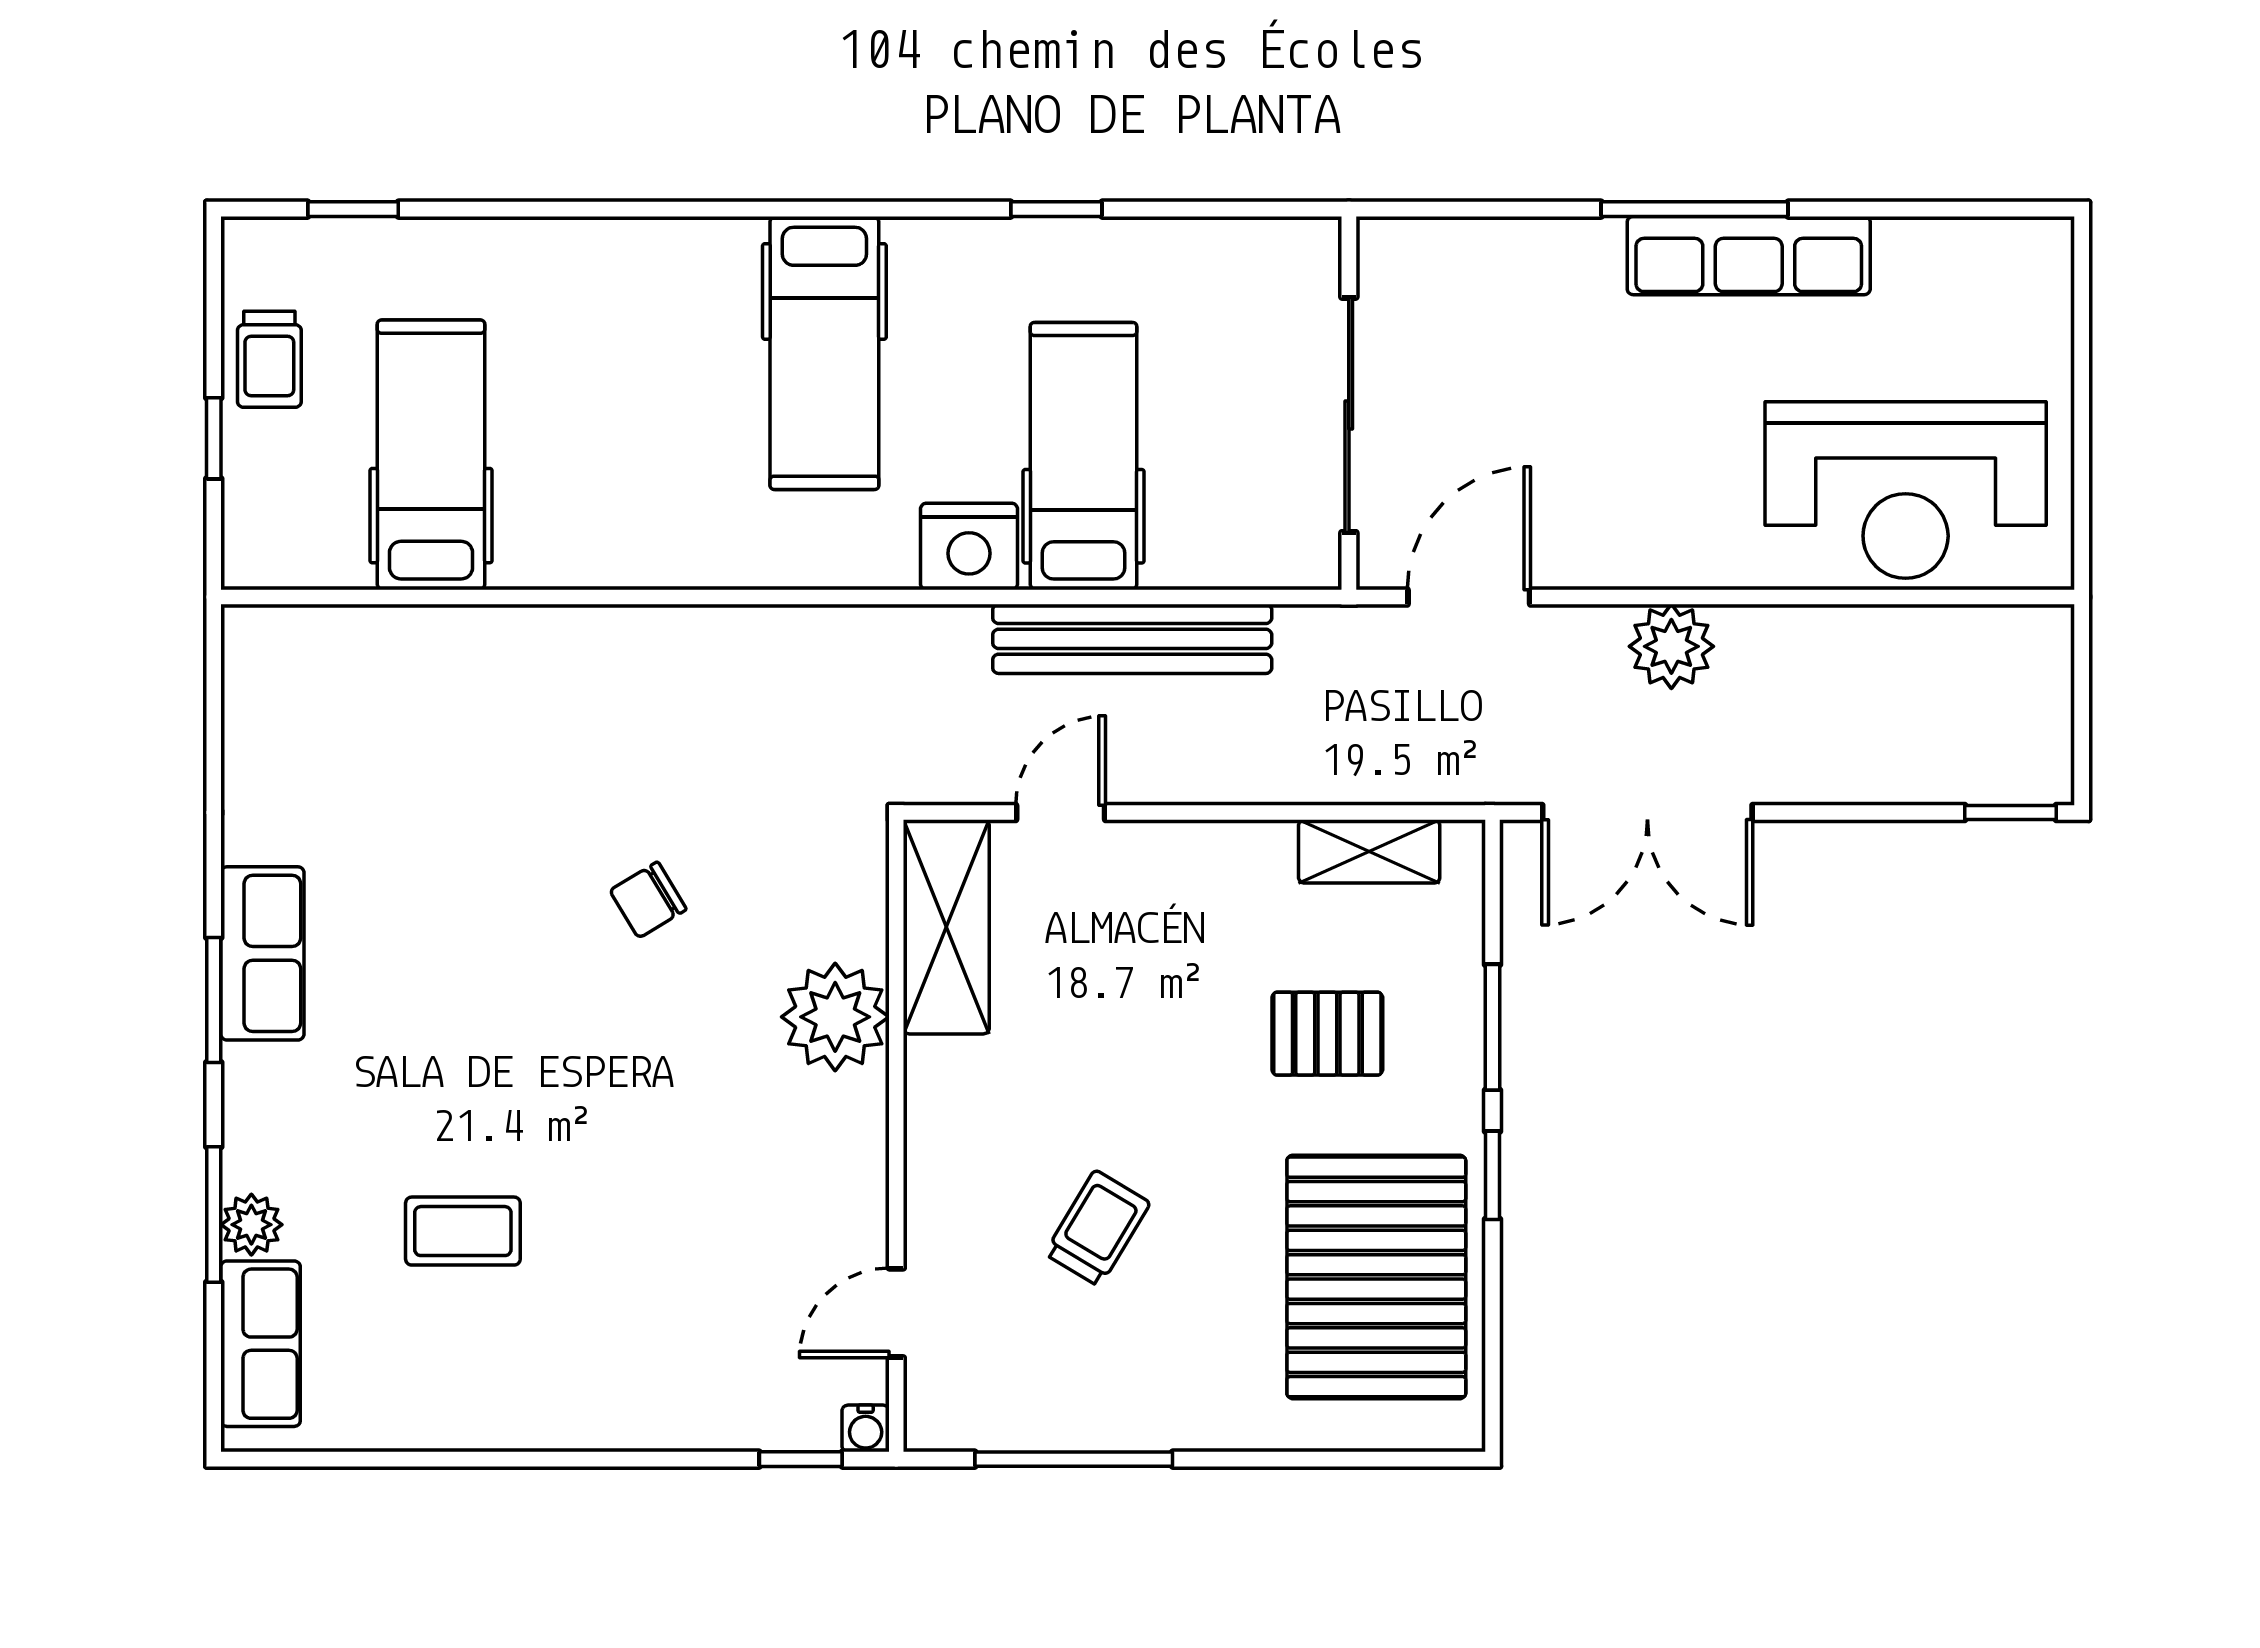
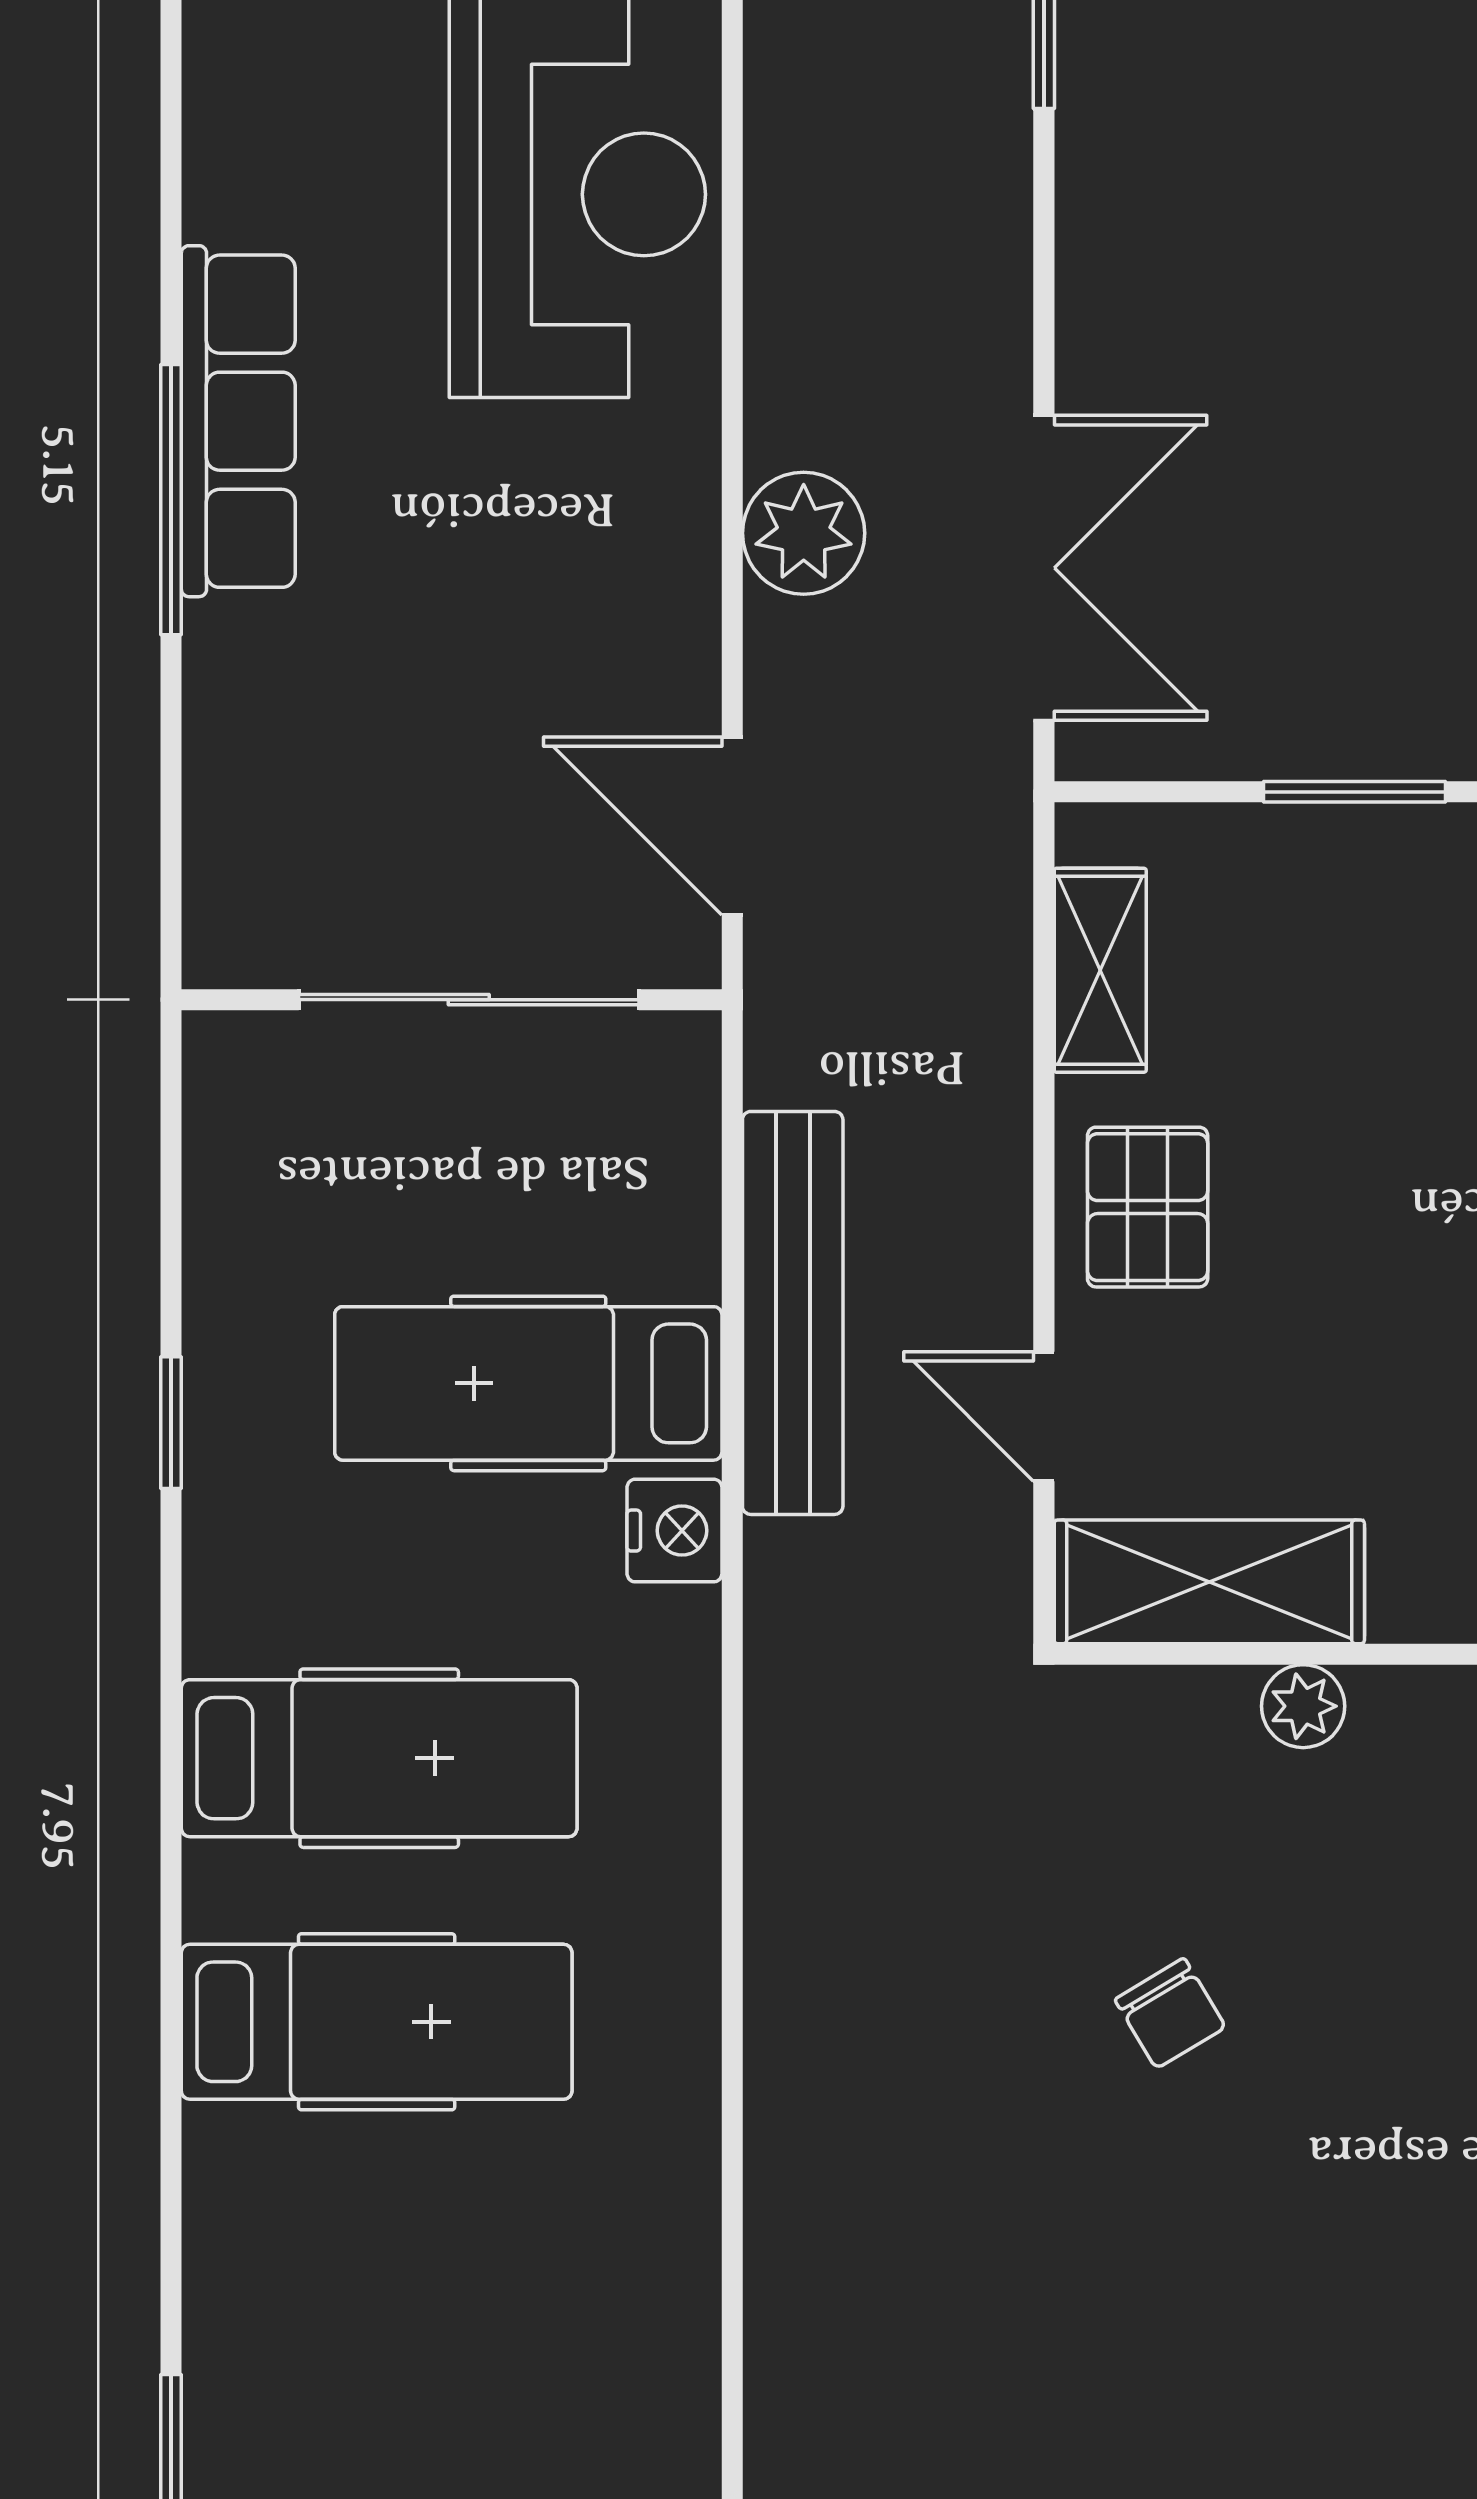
hospital bed: (431, 455) -> (377, 2022), moved, turned 180
nightstand: (969, 546) -> (674, 1531), width x0.74, depth x0.75
plant: (835, 1017) -> (1303, 1706), width x0.53, depth x0.53
pallet: (1327, 1034) -> (1148, 1207), moved

